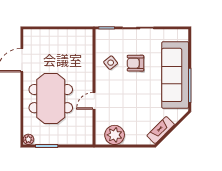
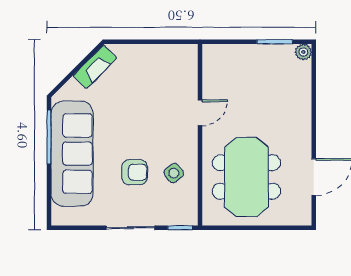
meeting table: (51, 99) -> (246, 177), moved
plant: (115, 135) -> (168, 59), removed

